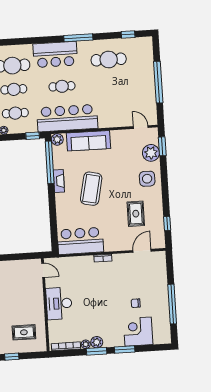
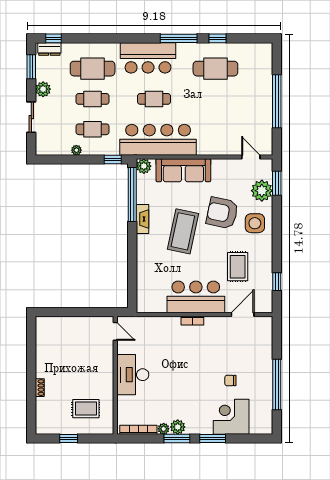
window: (128, 35) -> (218, 38), moved
armchair: (121, 172) -> (222, 213), added
bar counter: (80, 241) -> (196, 297), moved

